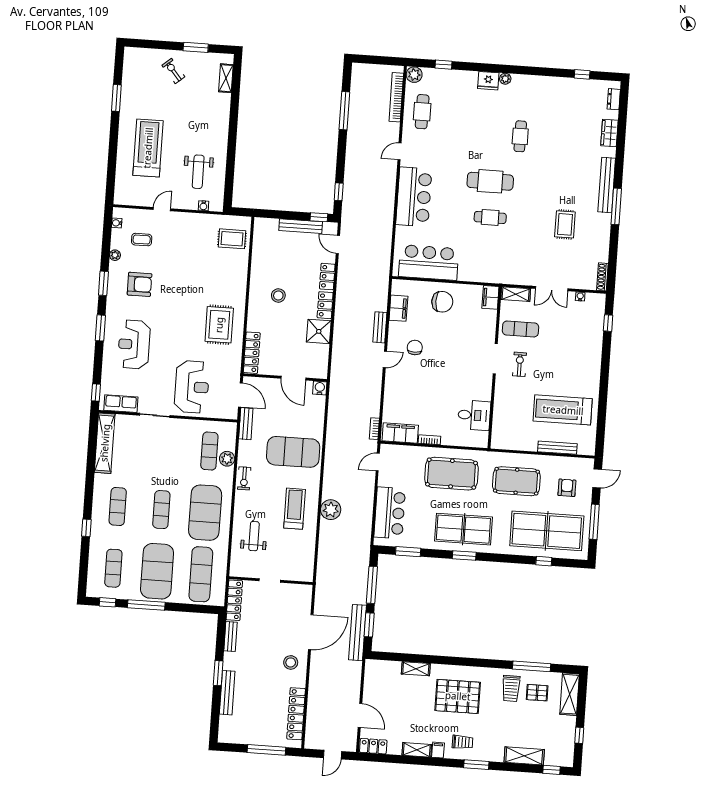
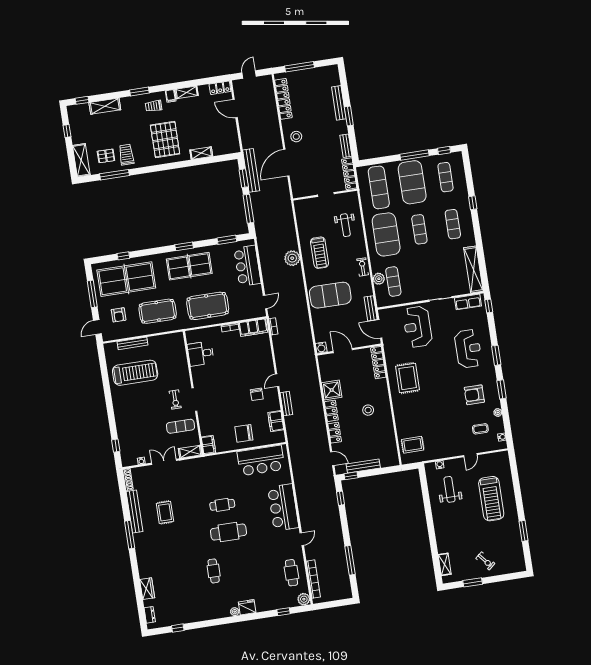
bench: (607, 185) -> (134, 512), moved
pallet: (458, 696) -> (165, 139), turned 90

